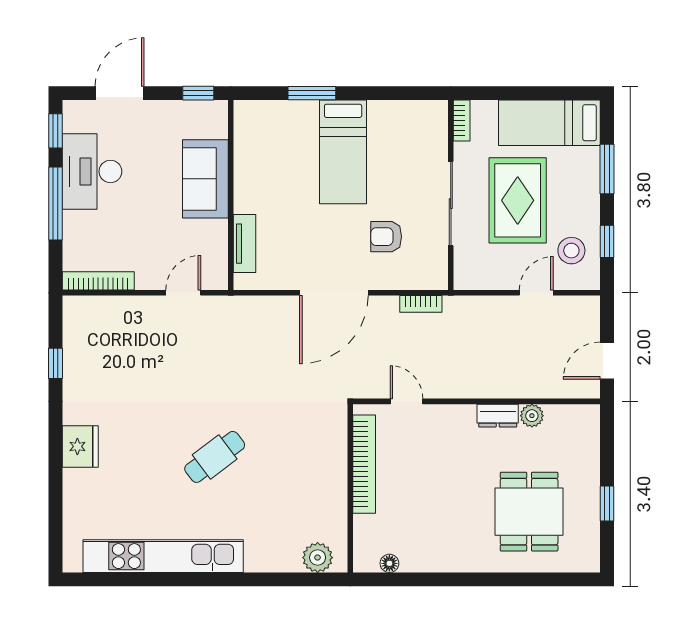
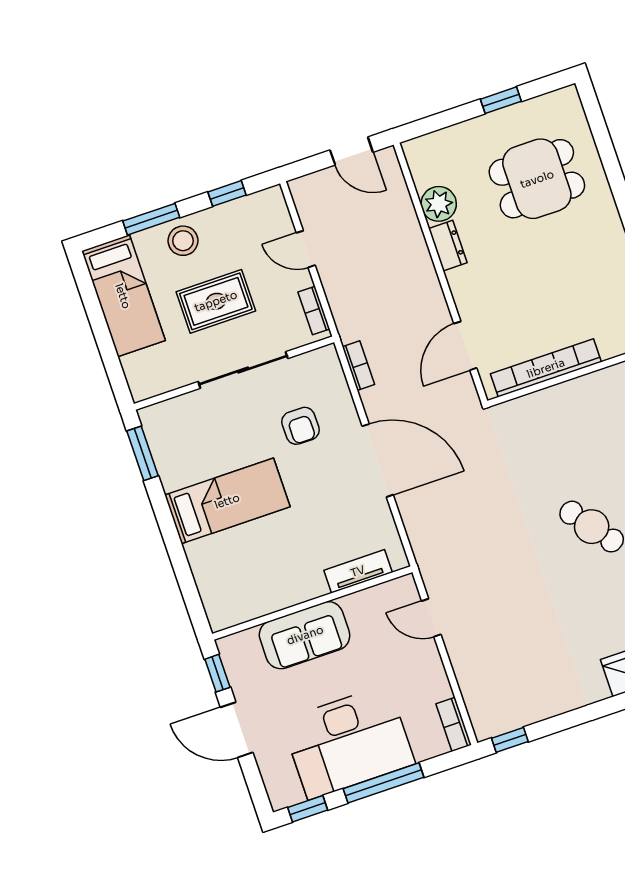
door: (120, 93) -> (237, 730), moved
window: (312, 93) -> (143, 453), moved
bookcase: (462, 120) -> (314, 310), moved, turned -90
desk: (92, 171) -> (348, 742), width x1.36, depth x1.30
rug: (518, 200) -> (216, 301), width x0.73, depth x0.70
stool: (571, 251) -> (183, 241), moved
bookcase: (98, 281) -> (454, 724), width x0.64
window: (56, 363) -> (510, 740), moved
door: (407, 401) -> (465, 346), width x1.38
plant: (532, 416) -> (439, 204), width x1.38, depth x1.38

